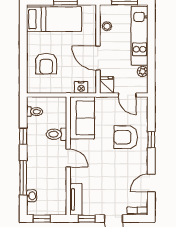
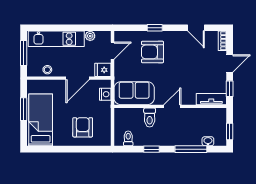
armchair: (46, 64) -> (83, 127), turned -90
armchair: (126, 137) -> (152, 52), turned 90

